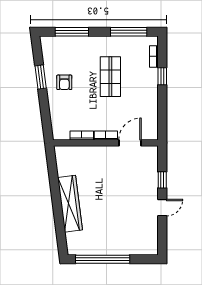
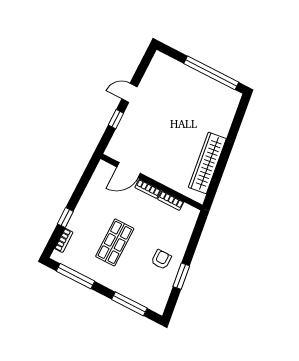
wardrobe: (70, 204) -> (207, 163), moved

